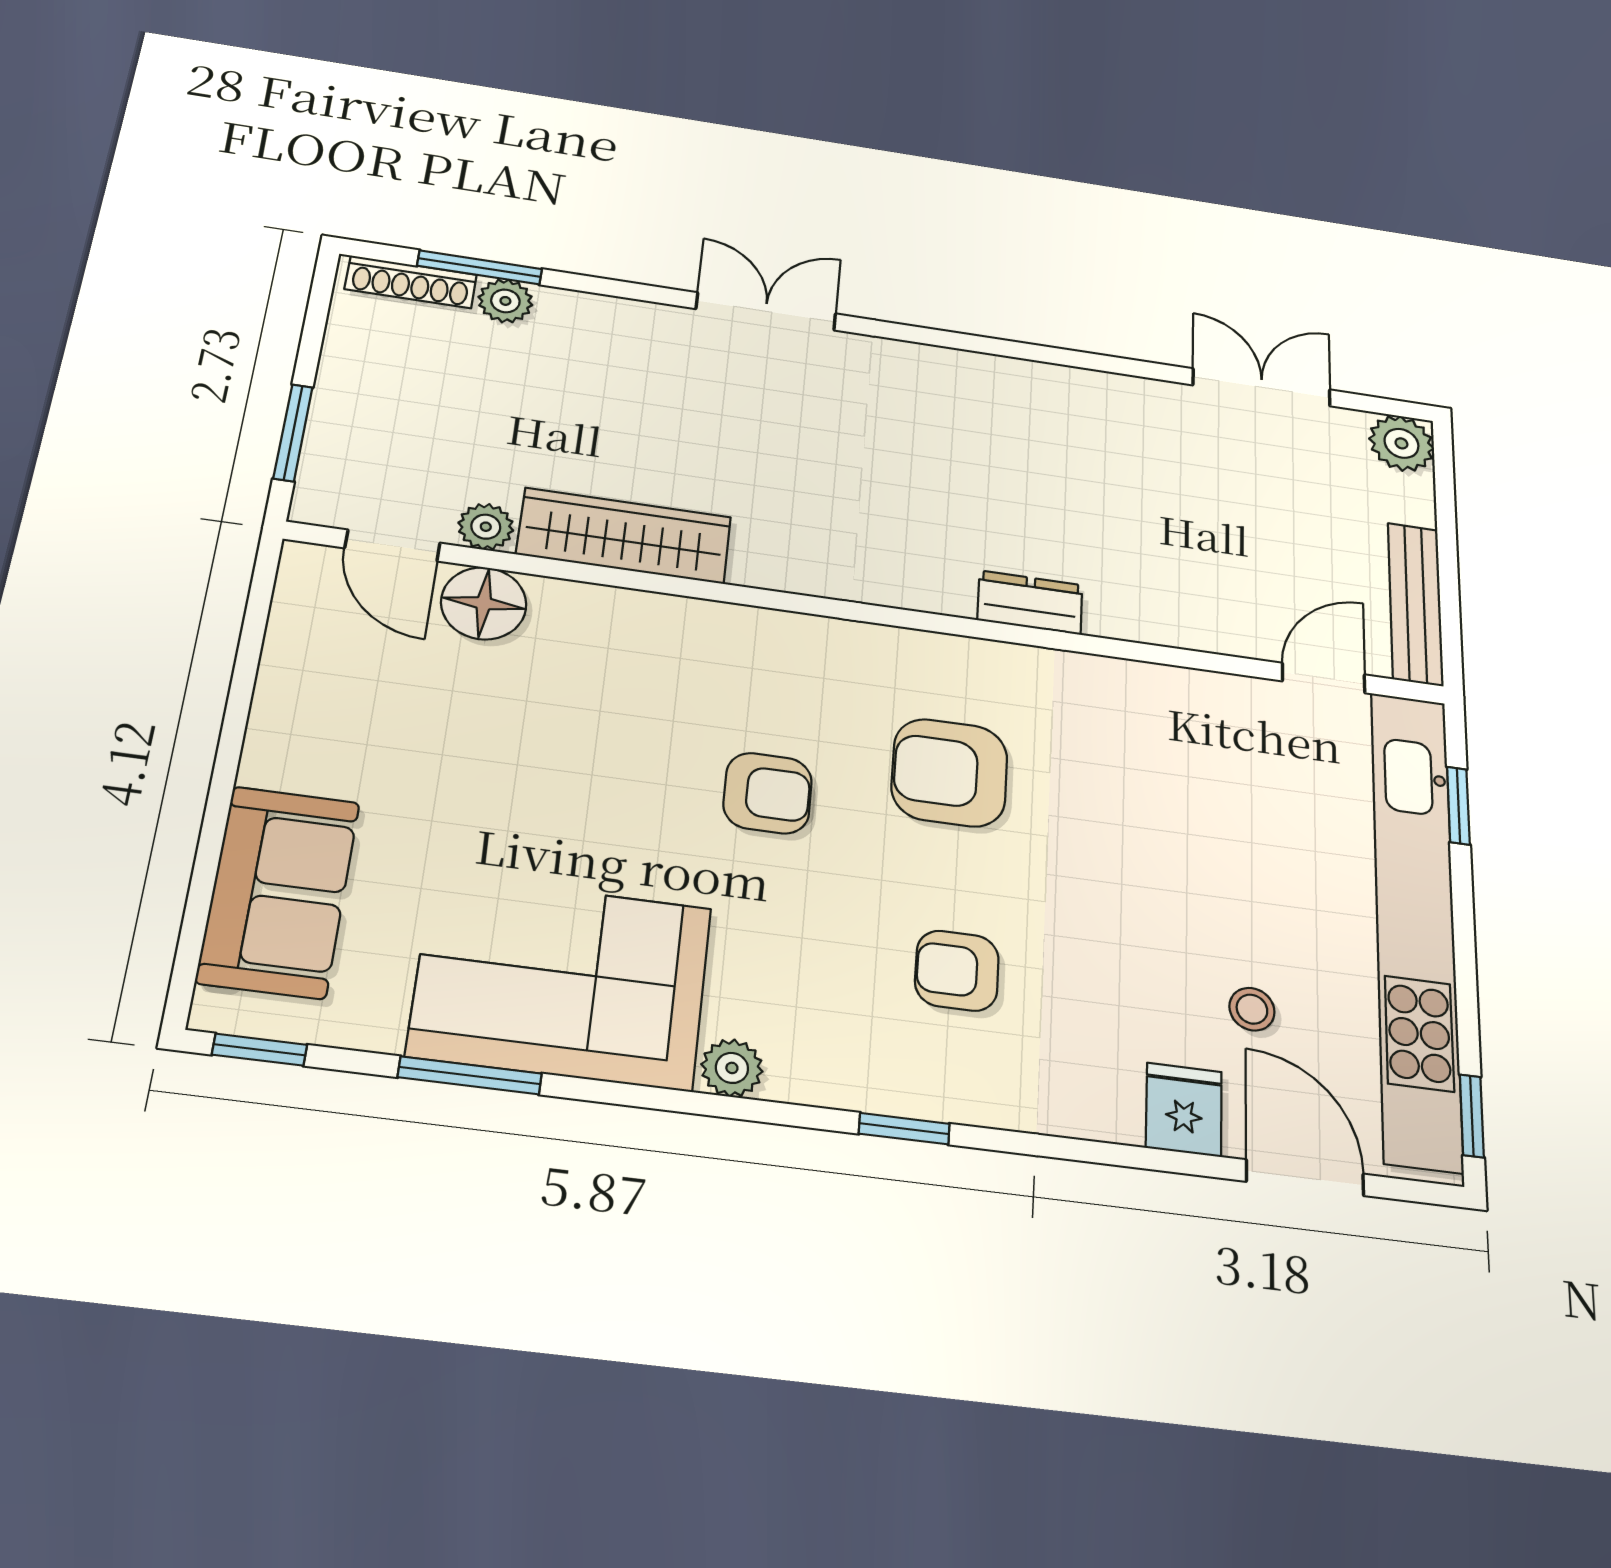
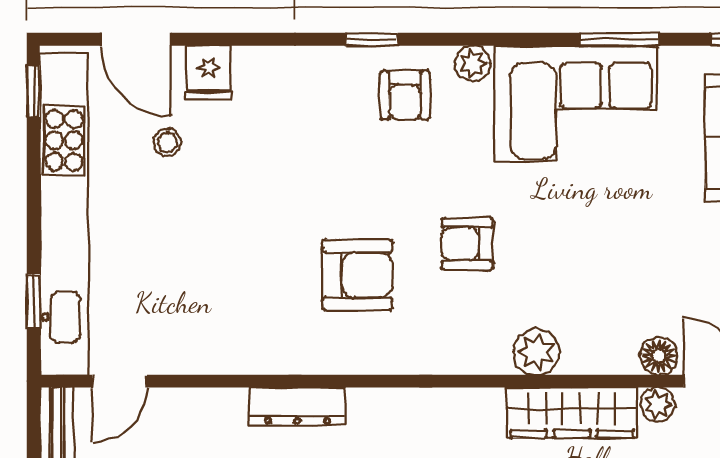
floor lamp: (484, 603) -> (659, 356), width x0.73, depth x0.73
dresser: (1030, 603) -> (297, 406), width x1.44
plant: (671, 625) -> (536, 352), added
armchair: (957, 971) -> (405, 95), moved, turned 90

